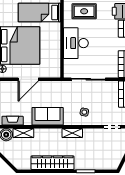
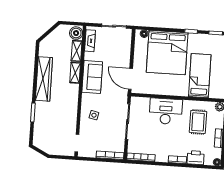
door: (28, 79) -> (130, 79), moved
shelving: (72, 133) -> (75, 73), moved

